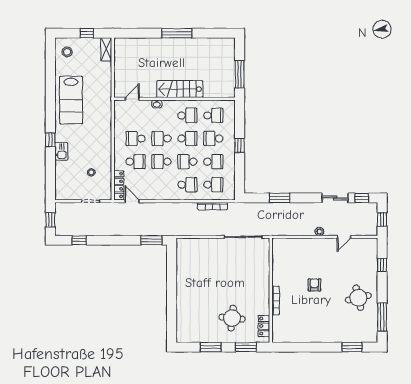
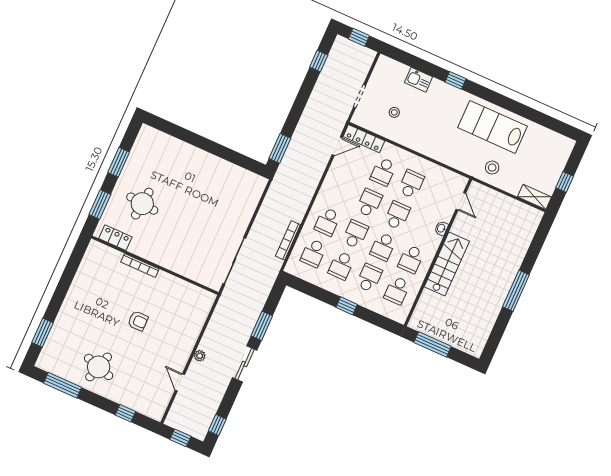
stool: (67, 52) -> (492, 168), moved
kitchen sink: (61, 151) -> (419, 80), moved
sliding door: (335, 198) -> (245, 364), moved
round table: (358, 298) -> (99, 367), turned 30

